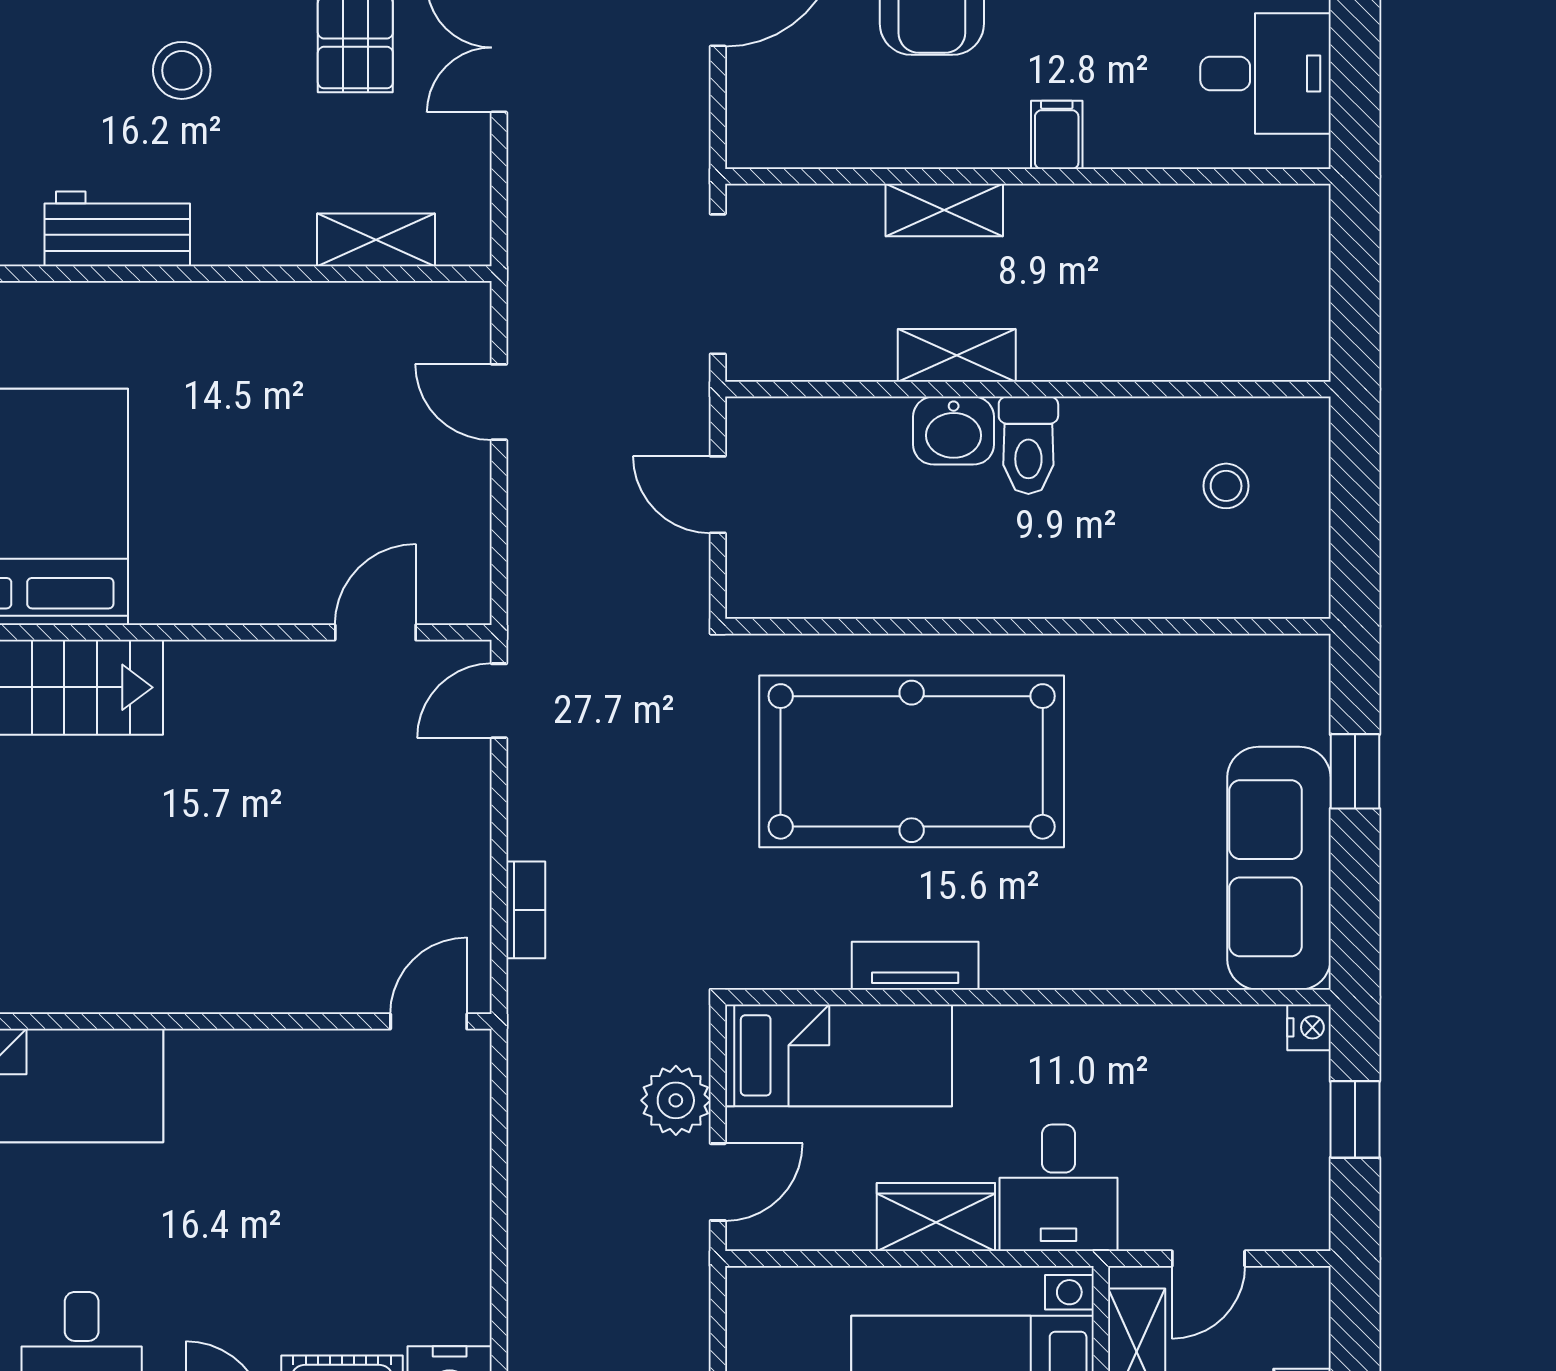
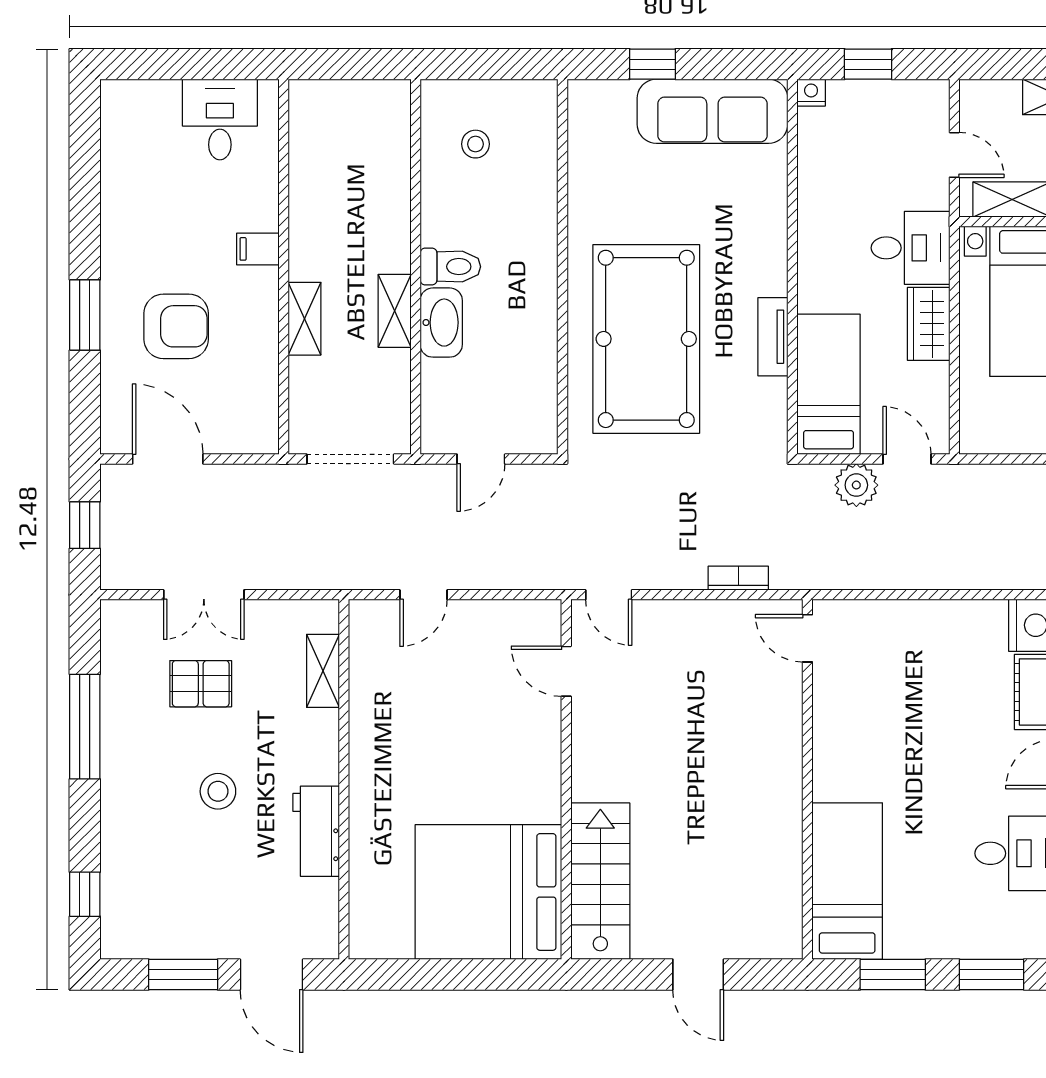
washbasin: (954, 431) -> (441, 323), width x1.38

